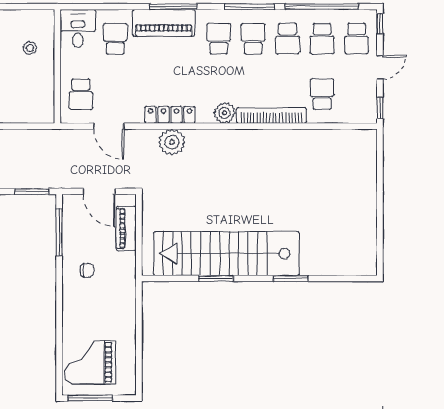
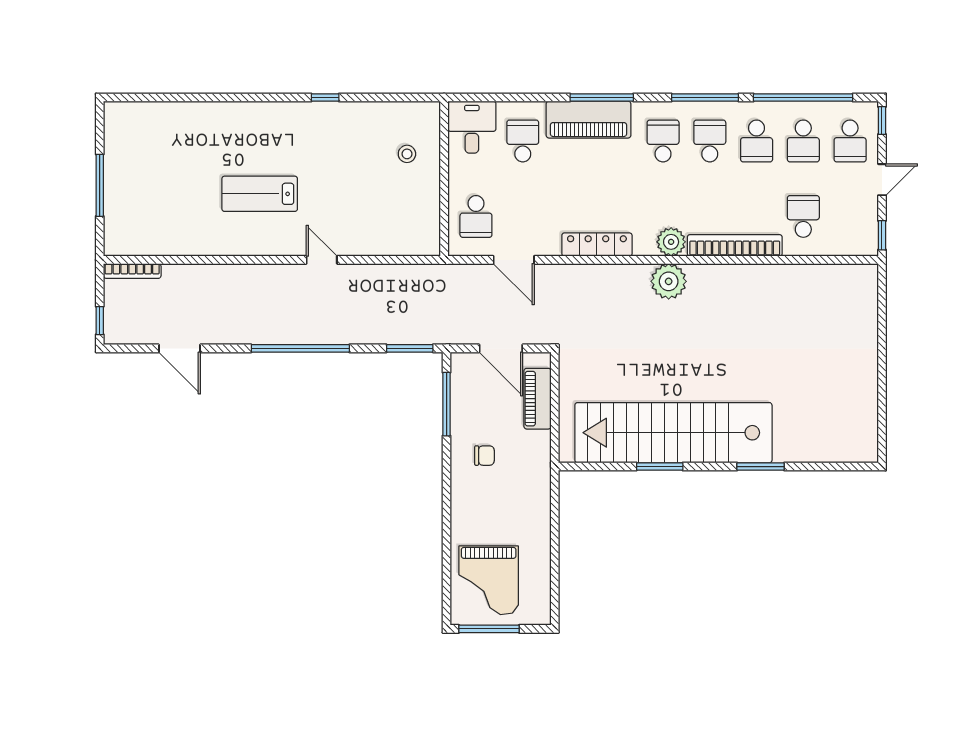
plant: (172, 142) -> (669, 281), moved
grand piano: (90, 362) -> (489, 580), turned -90

